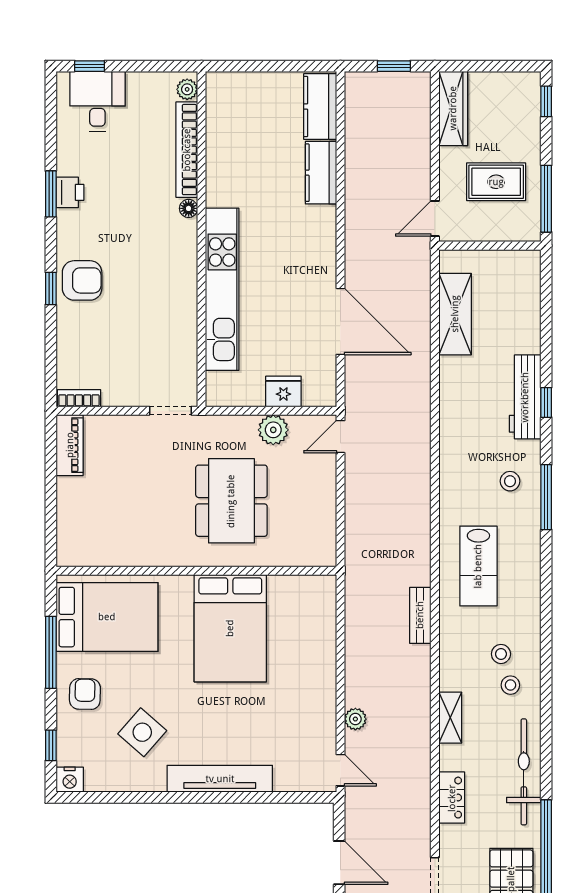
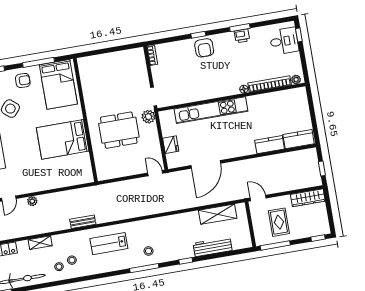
workbench: (525, 397) -> (213, 247), moved
plant: (273, 430) -> (148, 117), moved
piano: (70, 445) -> (131, 55), removed

